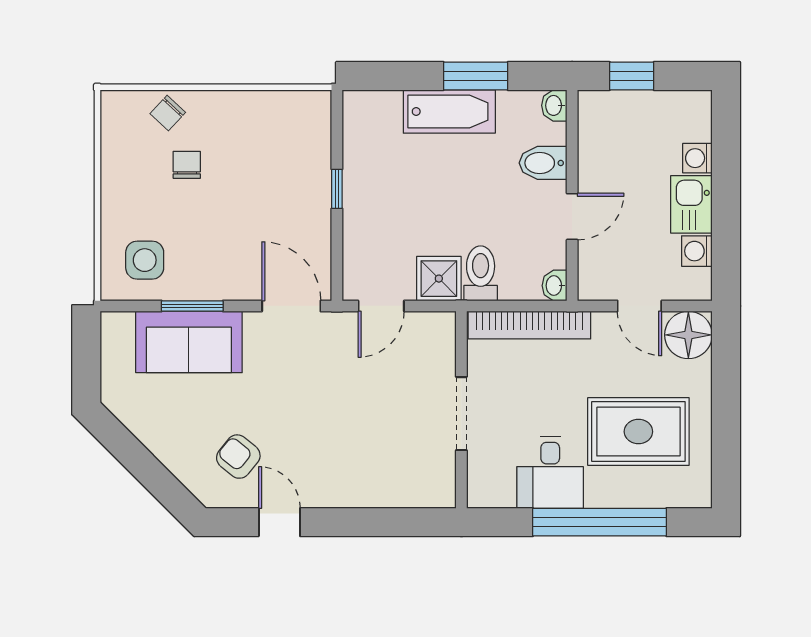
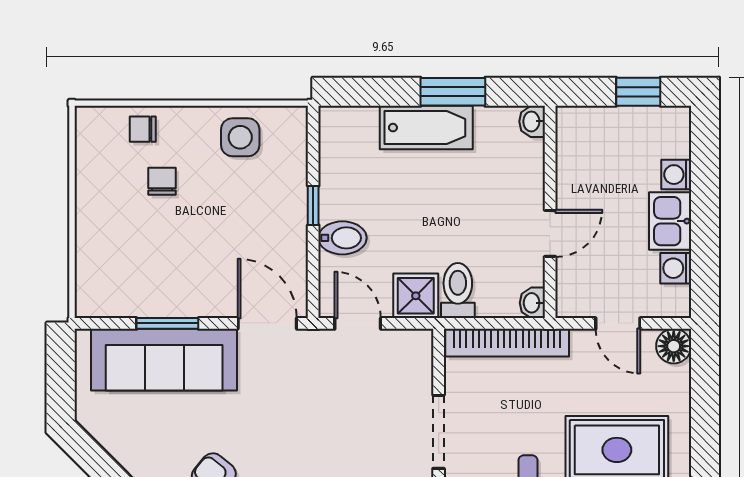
window: (632, 76) -> (638, 92), moved
chair: (168, 113) -> (143, 129), turned 47
bidet: (543, 163) -> (342, 238), moved, turned 180
side table: (145, 260) -> (240, 137), moved
door: (381, 306) -> (358, 323), swing flipped
floor lamp: (688, 335) -> (674, 346), width x0.73, depth x0.73
sofa: (189, 342) -> (164, 360), width x1.36

